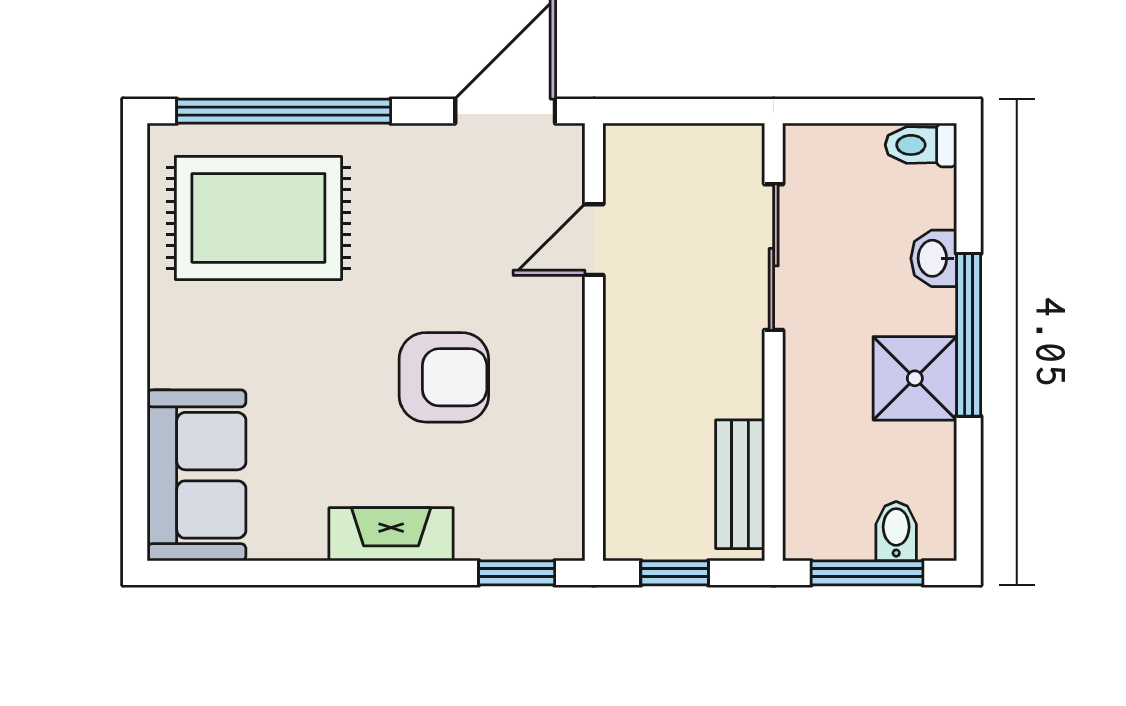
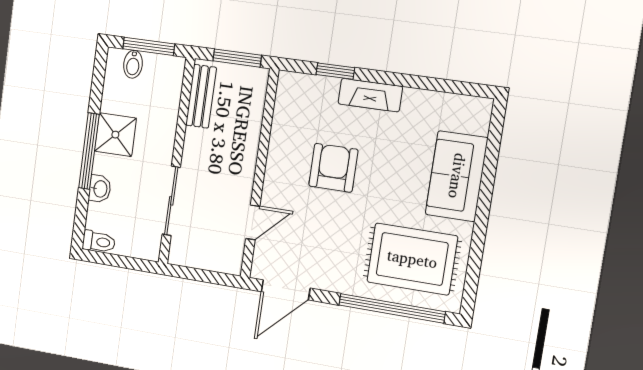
armchair: (444, 377) -> (333, 168), turned 90
sofa: (197, 475) -> (457, 176), moved
window: (517, 573) -> (335, 71), moved
window: (675, 573) -> (237, 58), width x1.50

